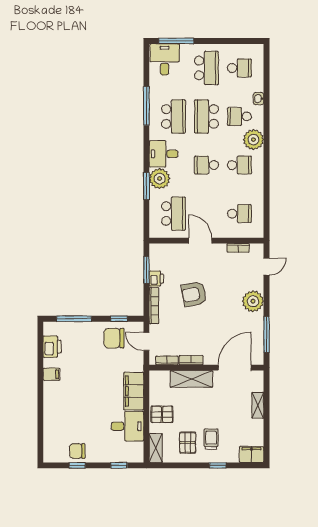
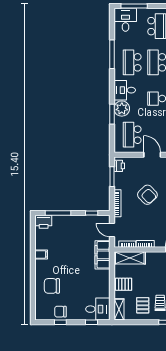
school desk: (173, 117) -> (132, 62), turned 180
school desk: (173, 214) -> (132, 135), turned 180
printer: (156, 279) -> (119, 166), moved
armchair: (194, 294) -> (147, 195), turned -124
chair: (114, 338) -> (52, 286), moved
printer: (52, 347) -> (44, 222), moved, turned 90
shelving: (191, 379) -> (130, 258), moved
filing cabinet: (134, 391) -> (103, 255), moved
desk: (127, 426) -> (98, 309), moved

